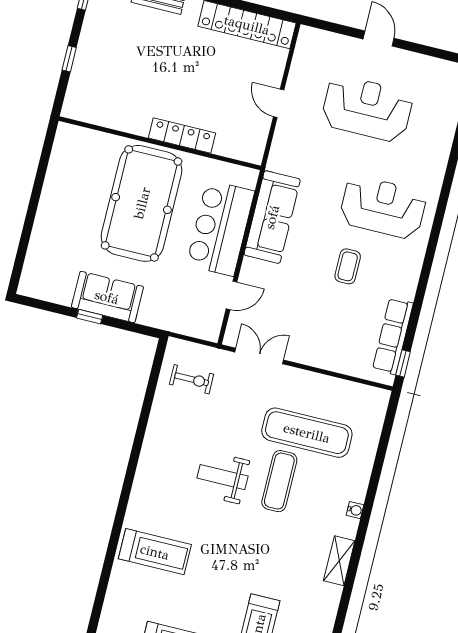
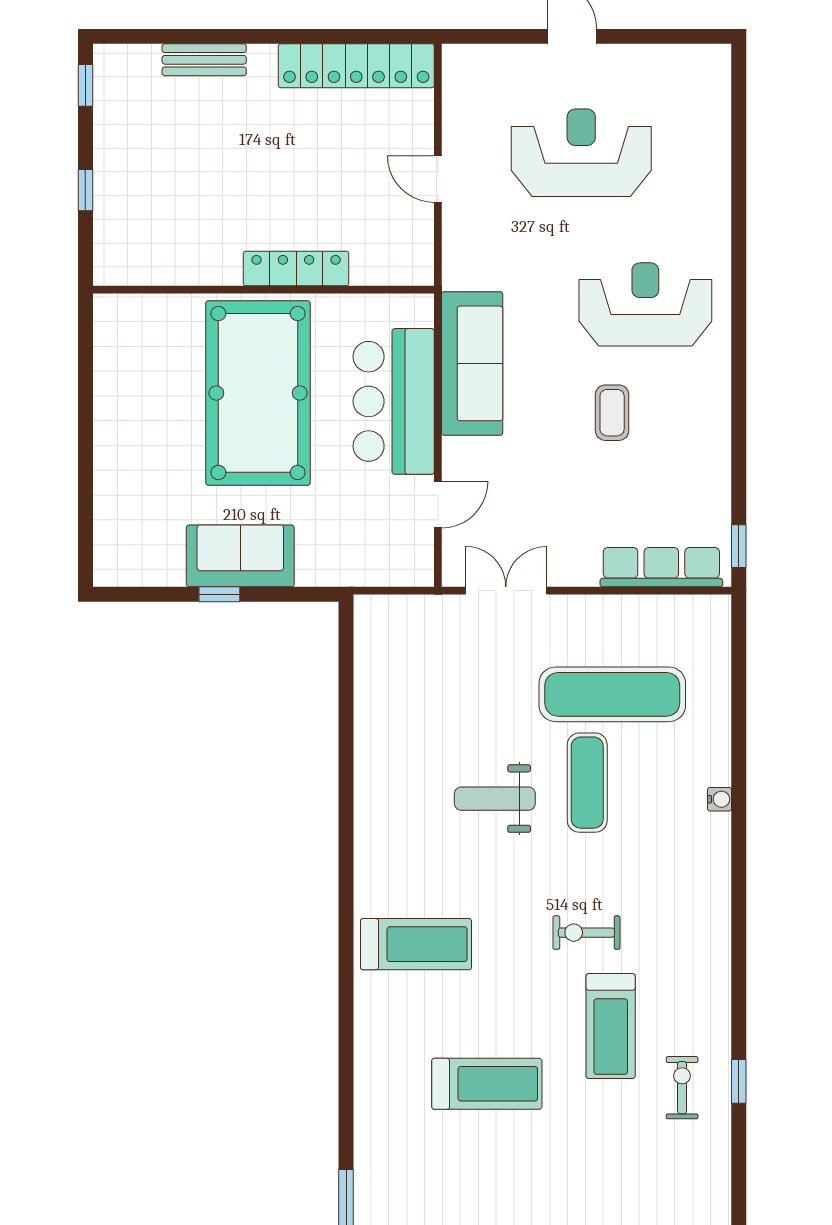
row of seats: (393, 336) -> (661, 567), moved, turned 90
exercise bike: (192, 379) -> (586, 933), moved, turned 180
shelving: (339, 561) -> (714, 887), removed

